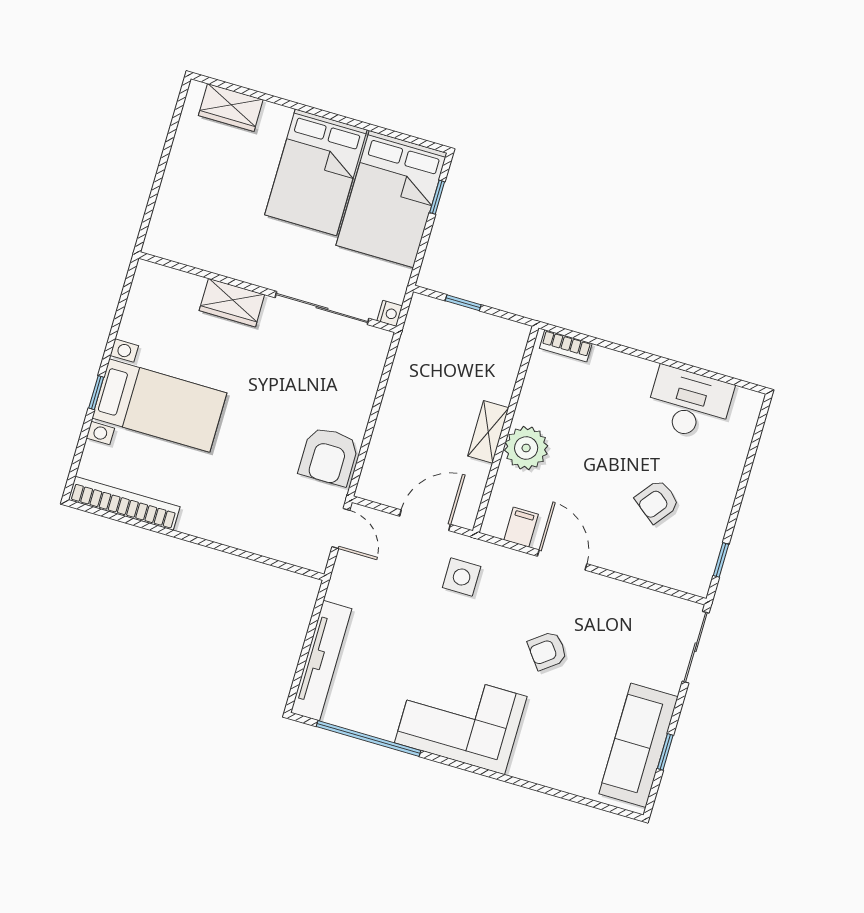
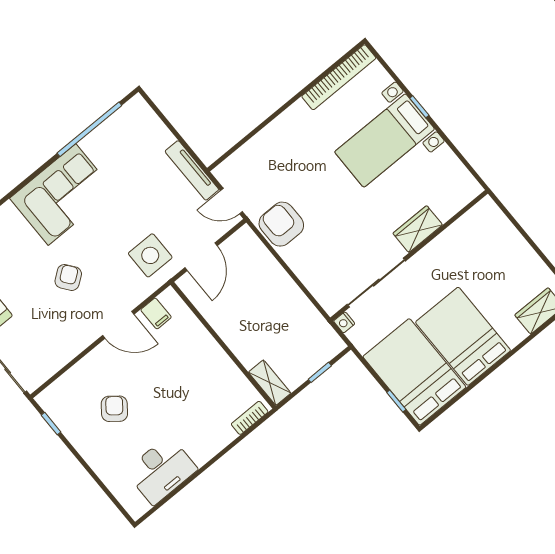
shelving: (488, 432) -> (270, 383), moved
plant: (526, 448) -> (203, 350), removed
side table: (462, 577) -> (150, 255), width x1.37, depth x1.37
tv unit: (321, 661) -> (192, 170), moved, width x0.73, depth x0.78

